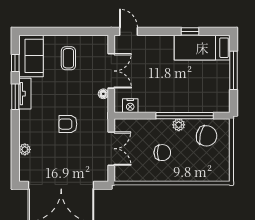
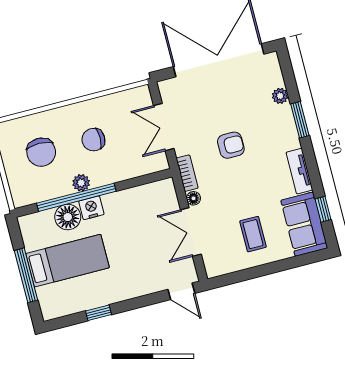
bed: (202, 48) -> (68, 261), moved
window: (15, 97) -> (300, 120), moved
floor lamp: (194, 103) -> (68, 217), added
nightstand: (130, 106) -> (91, 208), moved
bookcase: (103, 112) -> (187, 173), added
chair: (207, 136) -> (41, 152), moved, turned -103

